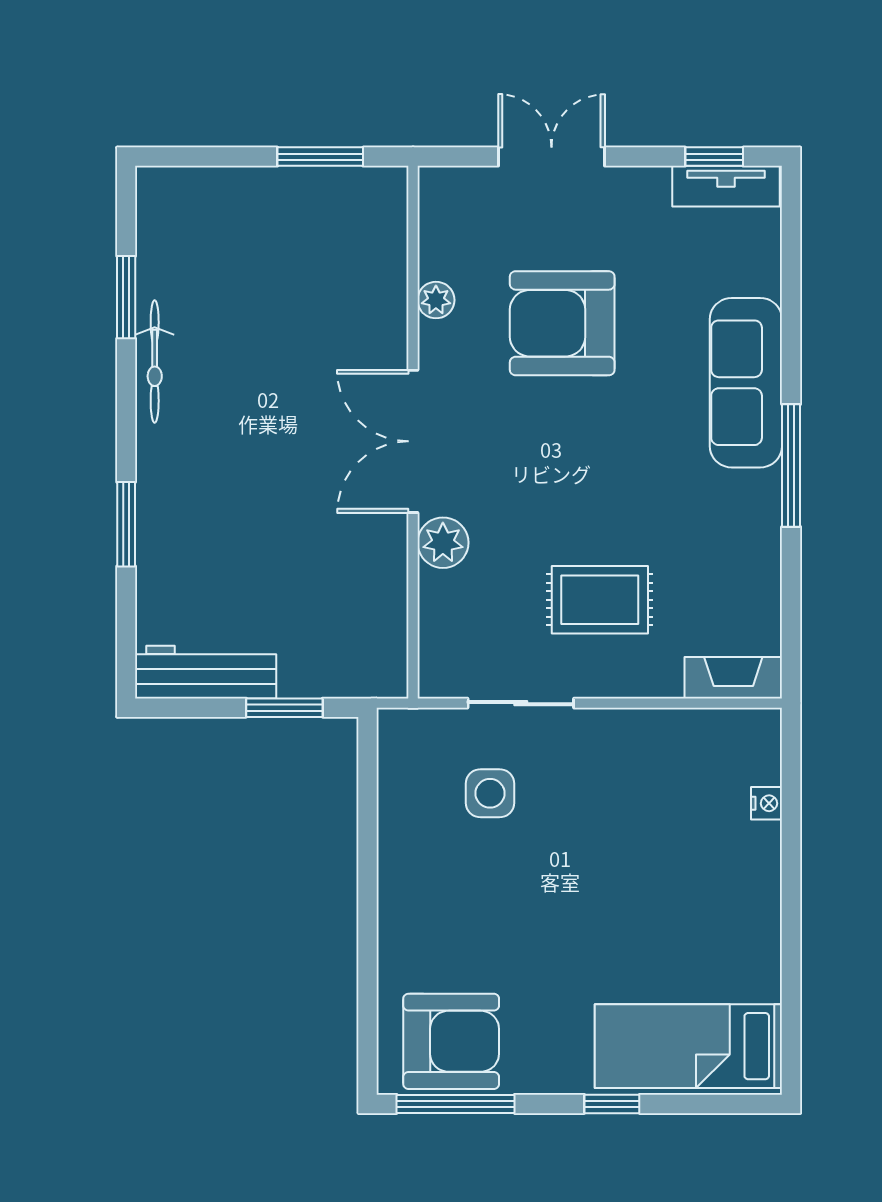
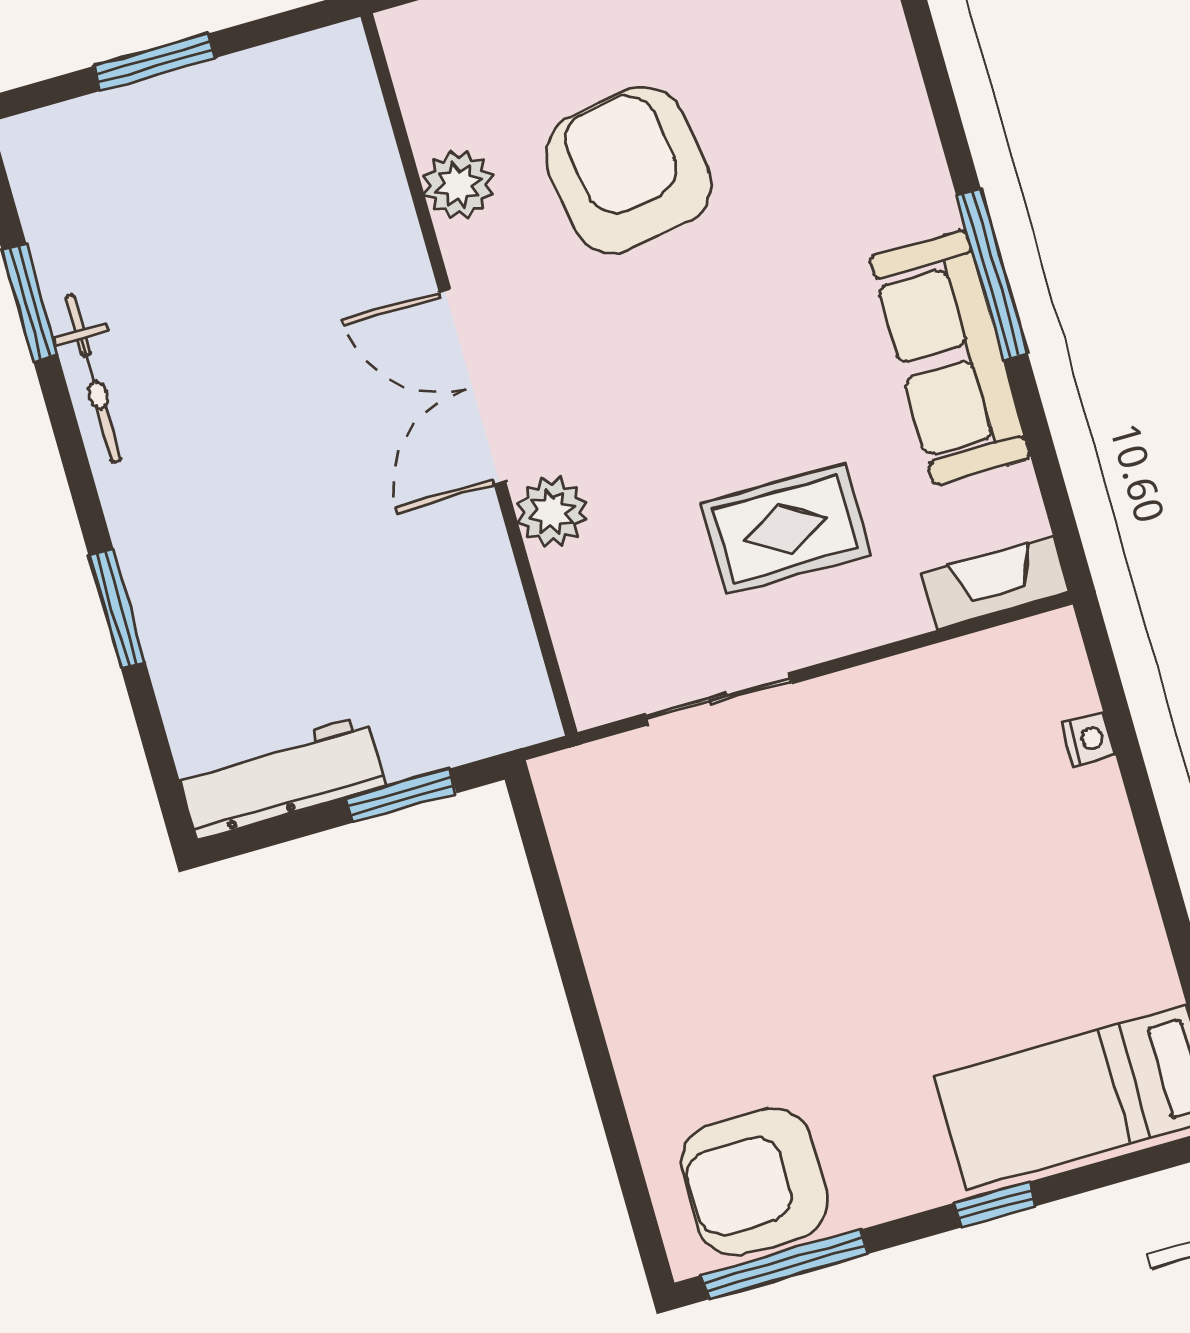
window: (320, 157) -> (155, 62), moved
plant: (436, 300) -> (458, 185), width x1.38, depth x1.38
armchair: (562, 323) -> (628, 170), turned 81
sofa: (746, 383) -> (950, 358), moved
side table: (490, 793) -> (712, 832), removed
armchair: (451, 1041) -> (755, 1182), turned 180

